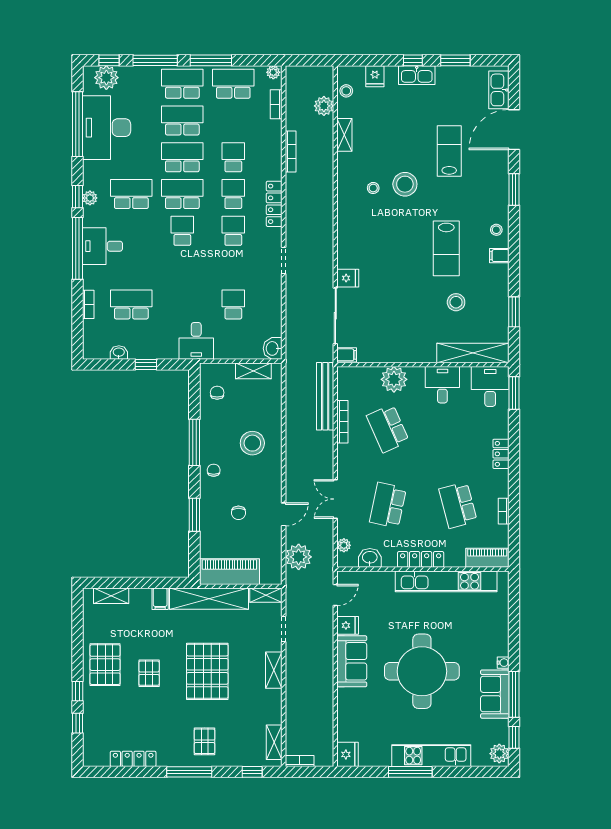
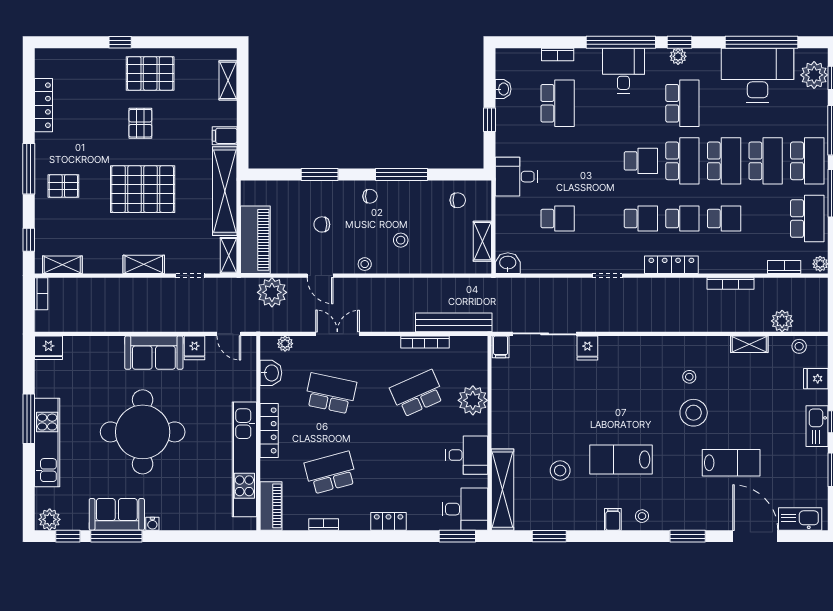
stool: (252, 443) -> (401, 240), width x0.53, depth x0.53
stool: (274, 475) -> (365, 264), added
piano: (229, 572) -> (255, 240), moved
pallet: (149, 673) -> (140, 123), turned 90
window: (77, 723) -> (84, 42), removed

